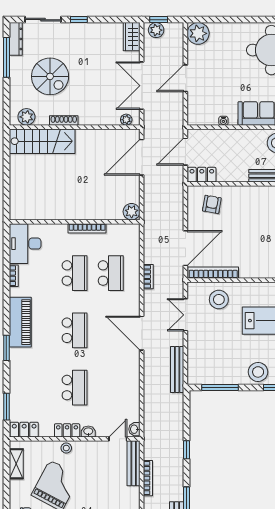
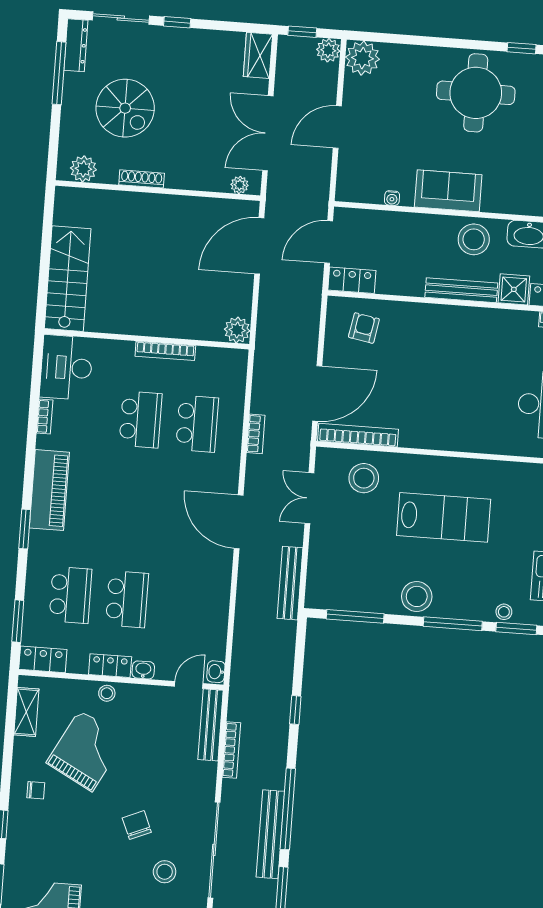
plant: (156, 30) -> (328, 50), moved
stairs: (42, 141) -> (68, 279), moved, turned -90
school desk: (75, 330) -> (70, 595), moved

